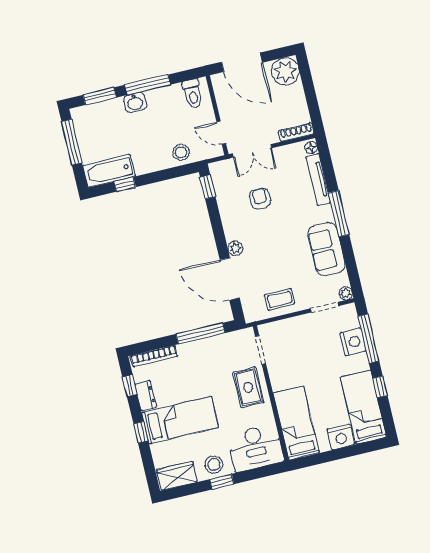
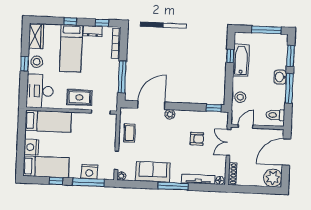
bathtub: (109, 171) -> (241, 60), moved

